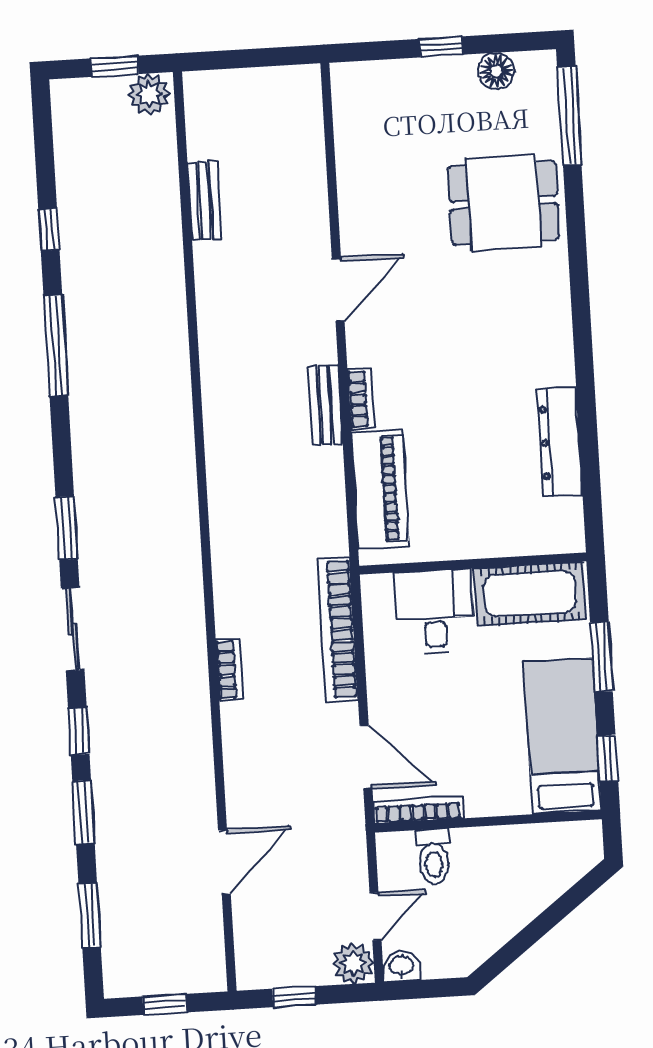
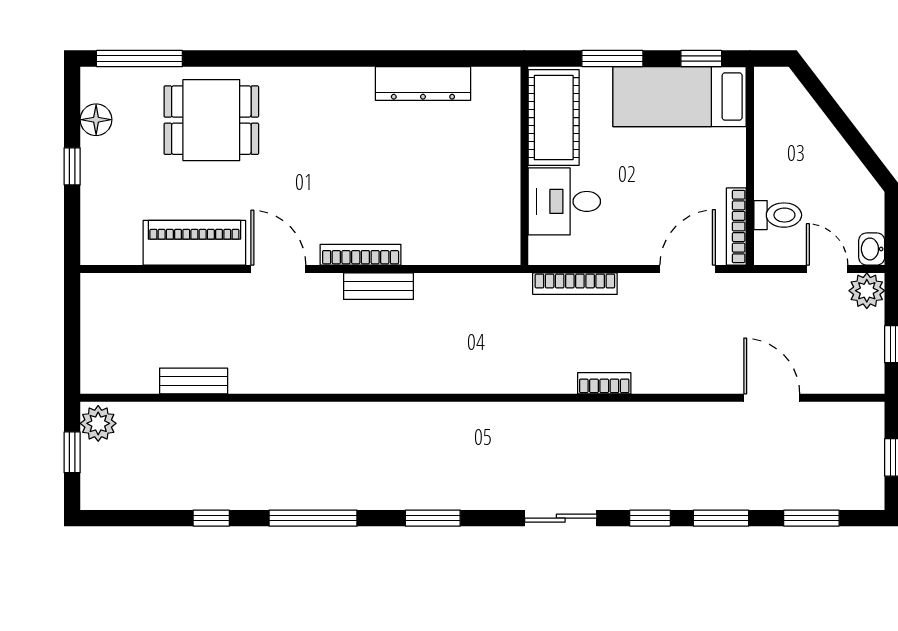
dining table: (504, 203) -> (211, 120), turned 90
bookcase: (361, 399) -> (361, 255), width x1.56
piano: (380, 489) -> (194, 243), moved
window: (67, 528) -> (433, 518), moved
bookcase: (338, 630) -> (575, 284), width x0.68, depth x0.76

